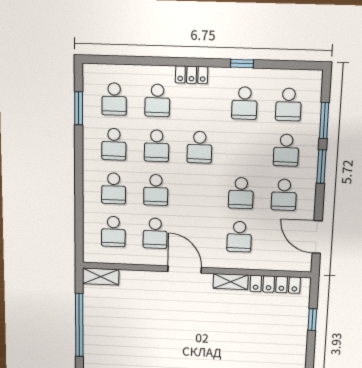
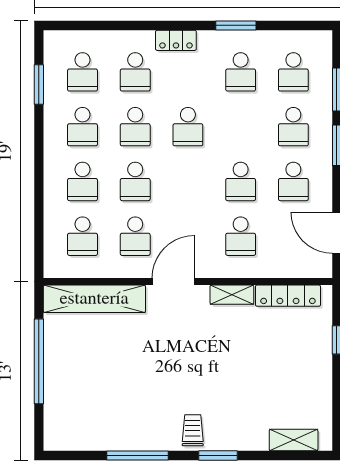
window: (242, 64) -> (236, 25), width x1.50
door: (185, 270) -> (173, 281), hinge flipped
shelving: (101, 277) -> (94, 299), width x2.20, depth x1.33

